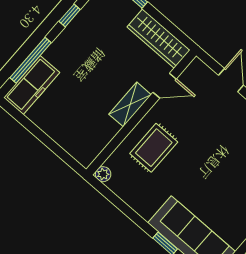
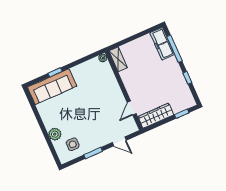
shelving: (130, 104) -> (118, 59), moved
rug: (154, 148) -> (104, 89), removed

